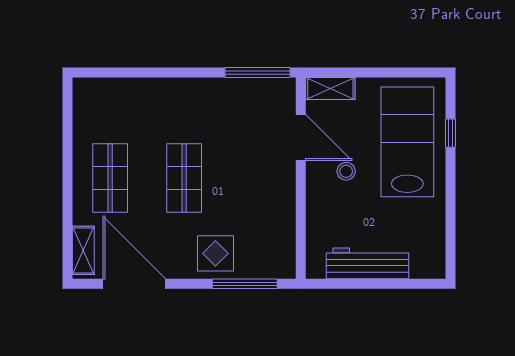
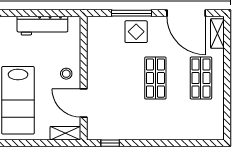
window: (258, 73) -> (110, 143), width x0.46
stool: (346, 171) -> (66, 74), moved
window: (245, 284) -> (131, 13), moved

